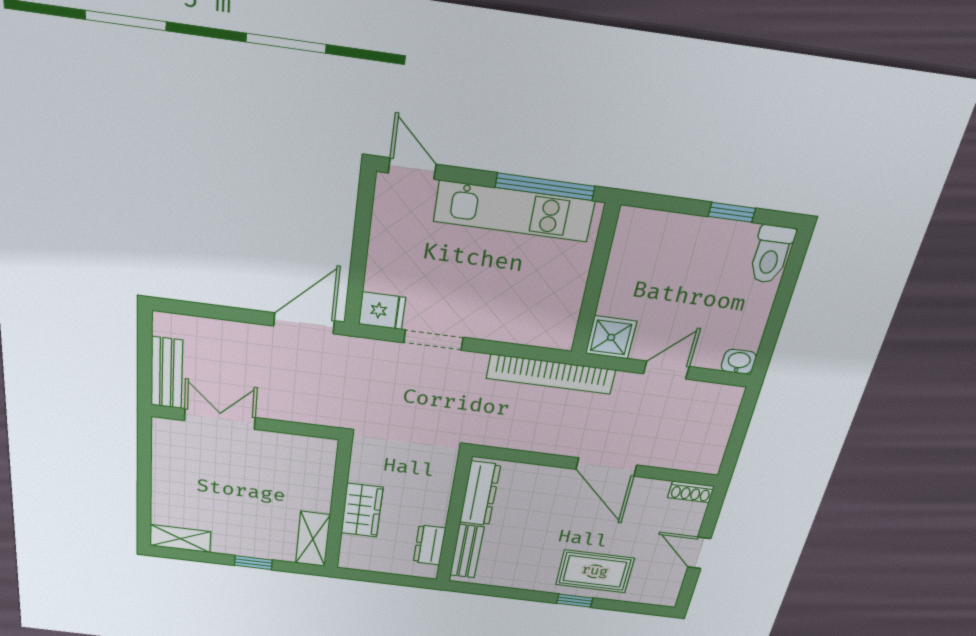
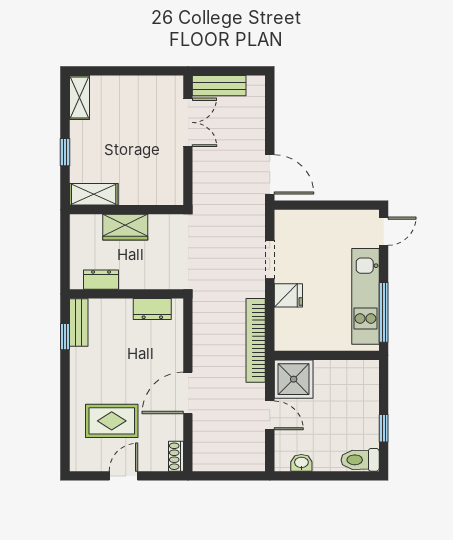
fridge: (382, 311) -> (288, 295), moved, turned -90
shower: (611, 337) -> (294, 379), width x1.36, depth x1.36
washbasin: (739, 362) -> (301, 463), moved, turned -90
dresser: (480, 494) -> (152, 309), width x0.70
bench: (467, 551) -> (79, 323), moved, turned 90
rug: (595, 571) -> (112, 421), moved, turned 90
window: (575, 601) -> (65, 337), moved

